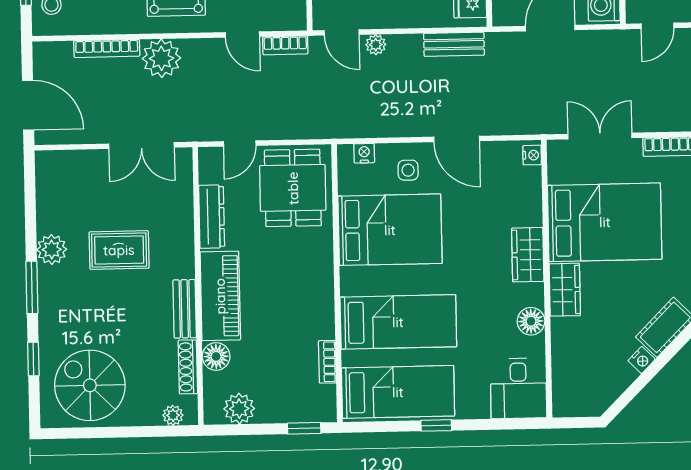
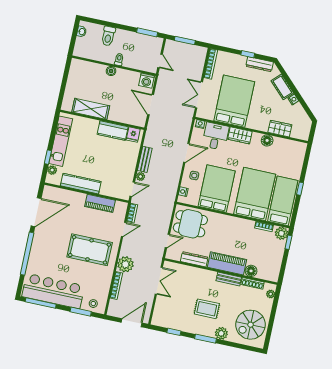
bench: (454, 44) -> (145, 159), moved
door: (240, 144) -> (167, 241), hinge flipped
plant: (52, 249) -> (221, 333), moved
rug: (119, 250) -> (207, 309), moved, turned 90
wardrobe: (565, 290) -> (280, 129), moved
bed: (398, 322) -> (255, 194), width x1.50
window: (33, 359) -> (174, 332), moved
desk: (518, 388) -> (216, 136), moved, turned -90
plant: (239, 409) -> (281, 233), moved

